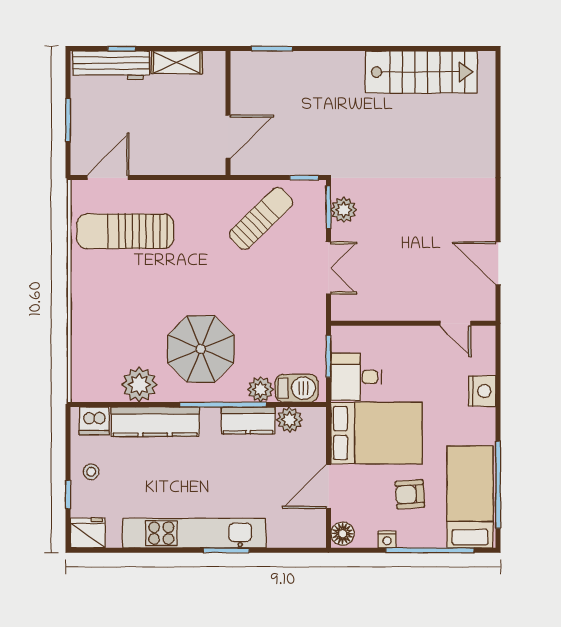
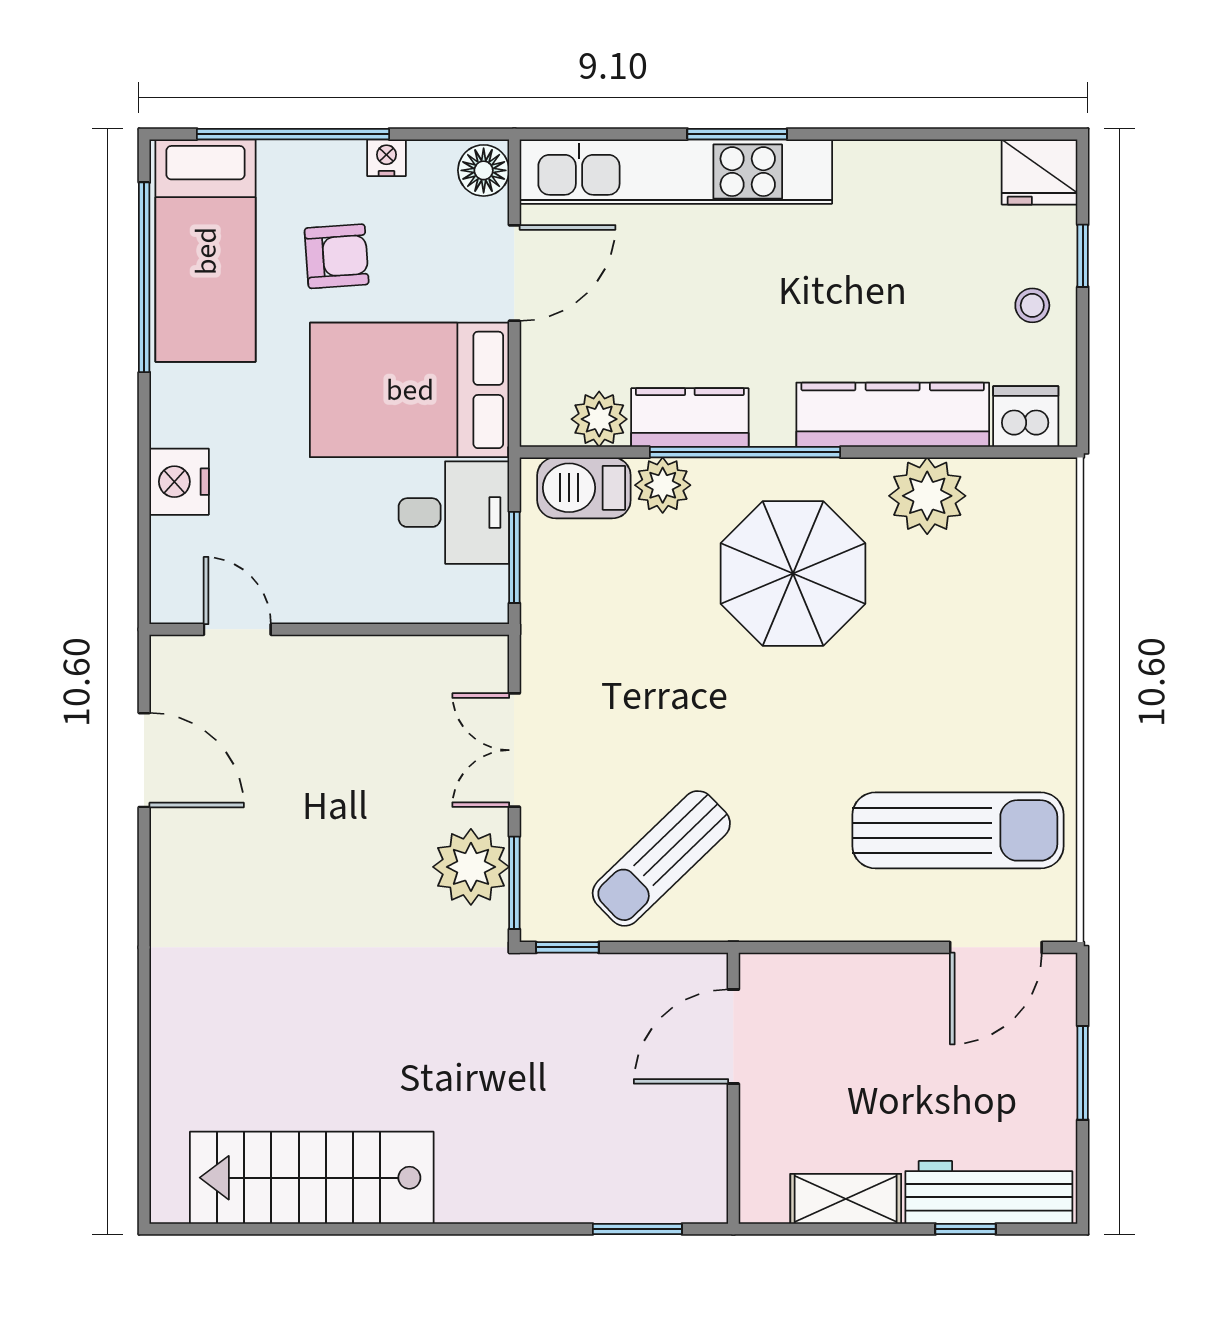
plant: (344, 210) -> (471, 867), width x1.36, depth x1.36
kitchen unit: (194, 533) -> (676, 172), moved

